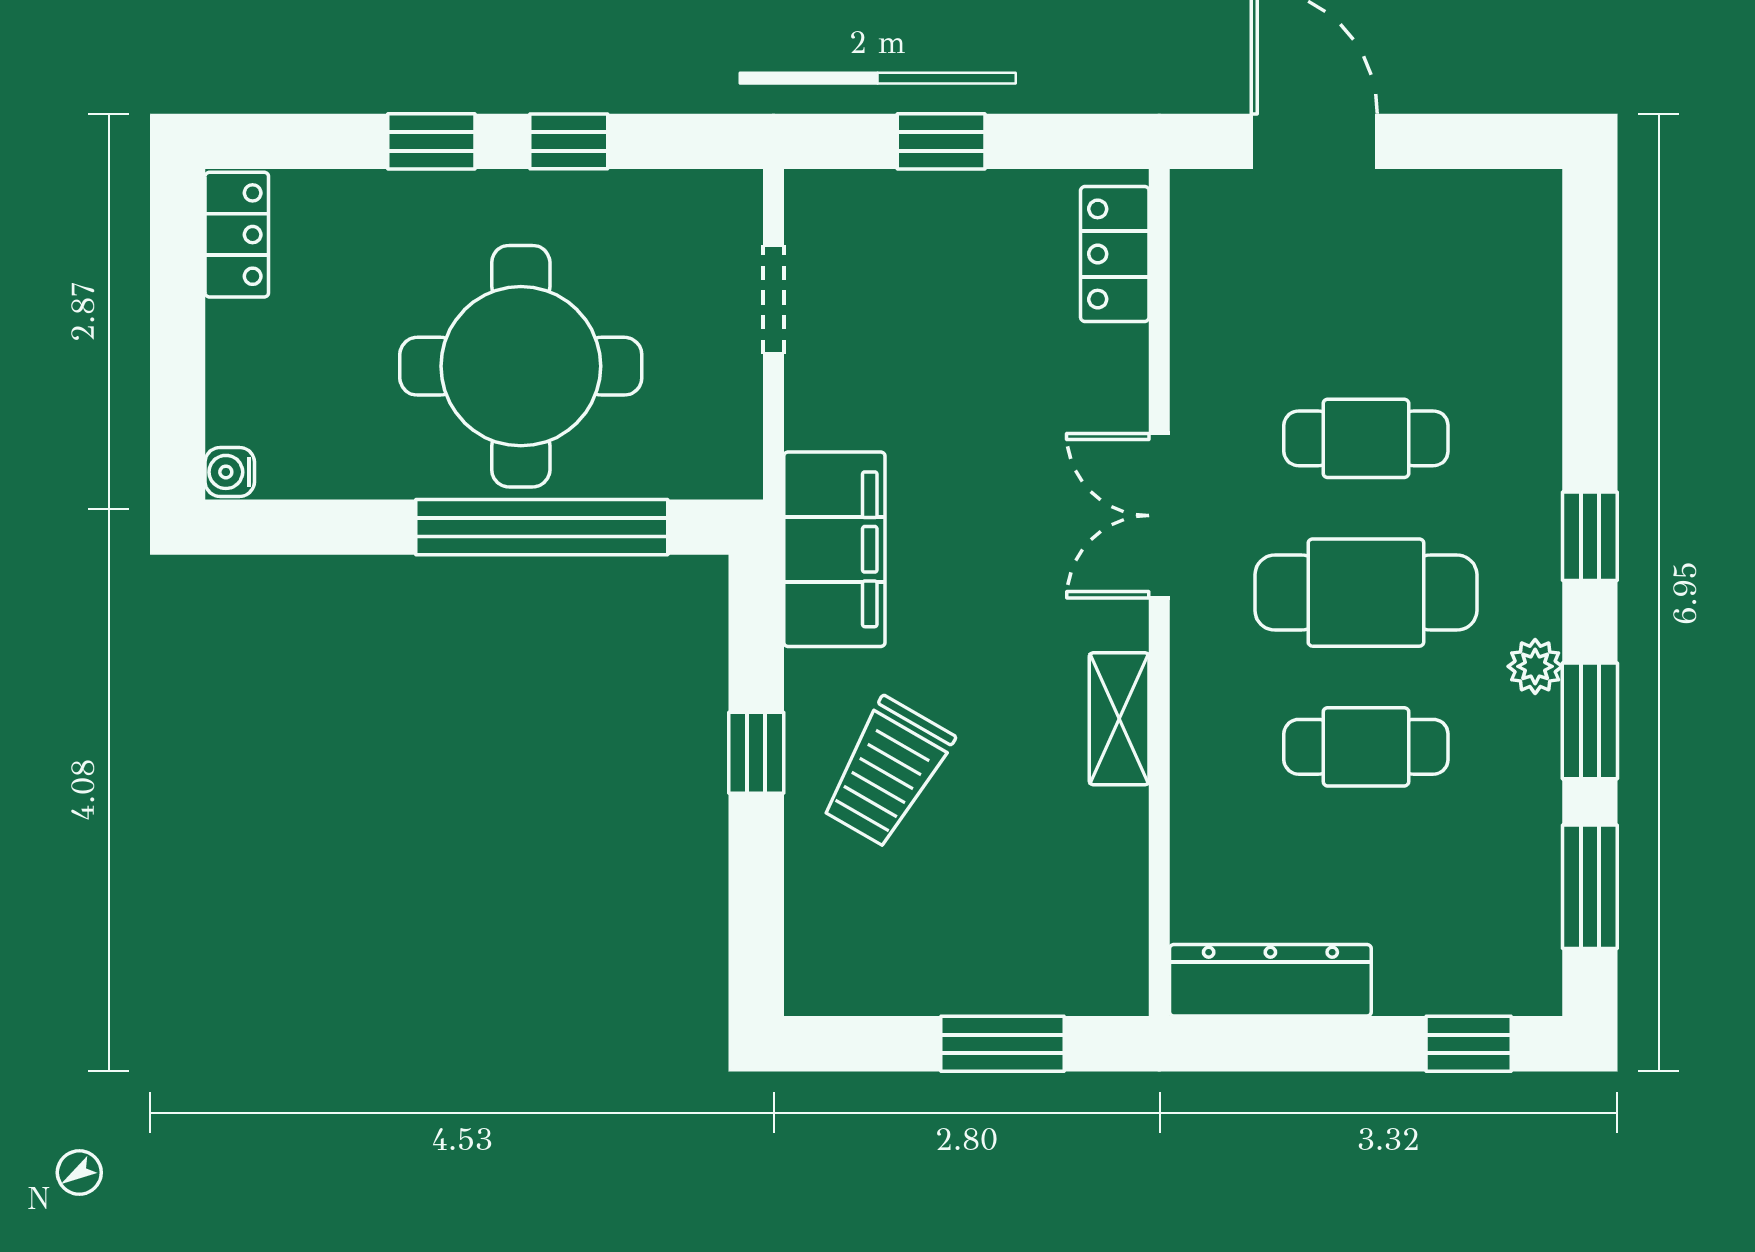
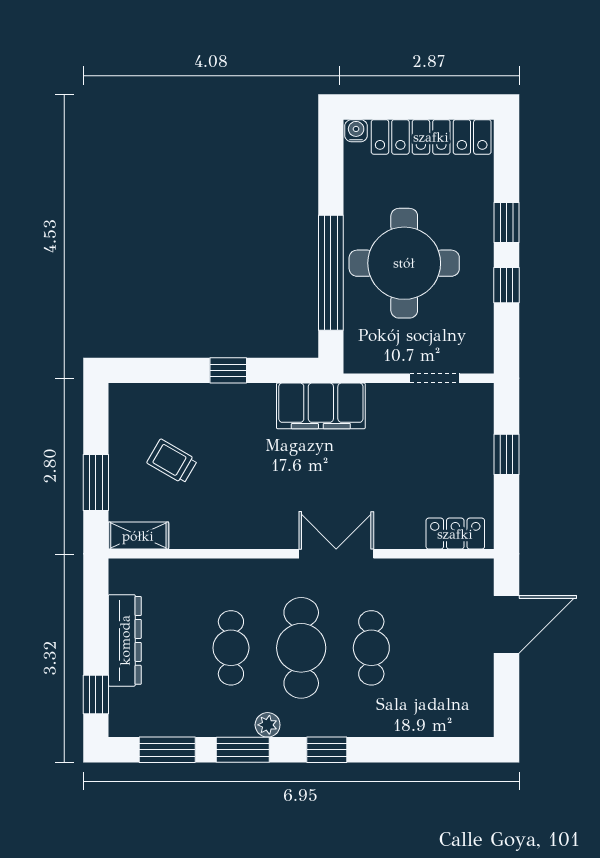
locker: (237, 235) -> (431, 137), width x2.16, depth x1.21
shelving: (1119, 719) -> (138, 536), moved
trolley: (887, 772) -> (172, 461), moved, width x0.73, depth x0.72
dresser: (1270, 980) -> (125, 640), moved

